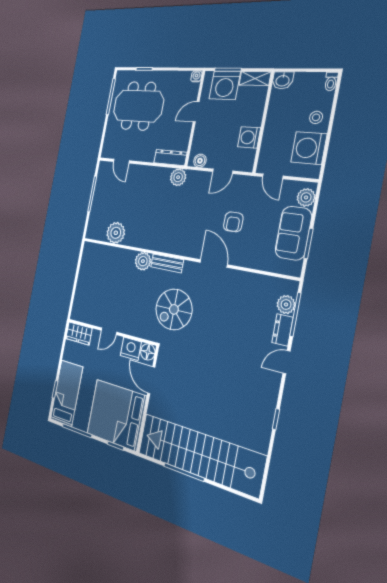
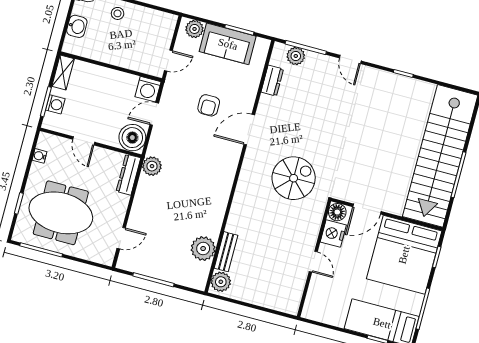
water cooler: (196, 76) -> (40, 156), moved
washbasin: (283, 80) -> (77, 26), moved
washing machine: (225, 85) -> (55, 104), width x0.53, depth x0.53
meeting table: (138, 106) -> (61, 213), turned 90
washing machine: (249, 137) -> (148, 89), moved
washing machine: (309, 148) -> (146, 23), removed
boiler: (200, 161) -> (132, 138), width x1.86, depth x1.86
door: (223, 171) -> (154, 114), swing flipped
armchair: (233, 222) -> (209, 105), turned 90
plant: (143, 261) -> (221, 282), moved
bench: (167, 263) -> (226, 252), moved
spiral stairs: (174, 309) -> (294, 178), turned -90
dresser: (282, 330) -> (272, 81), moved, turned -90
wardrobe: (79, 333) -> (314, 303), removed

